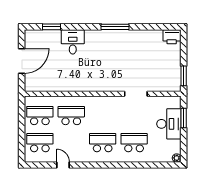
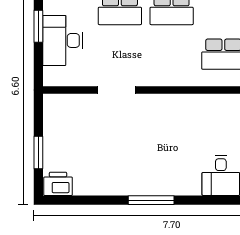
window: (184, 76) -> (38, 153), moved
window: (184, 118) -> (38, 26), moved

